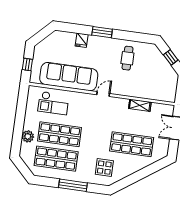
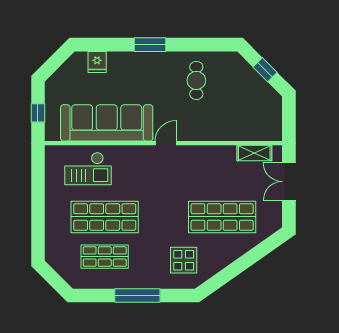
fridge: (82, 40) -> (97, 62), moved
shelving: (140, 105) -> (254, 153), moved
plant: (28, 136) -> (54, 227), removed
shop shelf: (56, 159) -> (105, 257), width x0.70, depth x0.74

